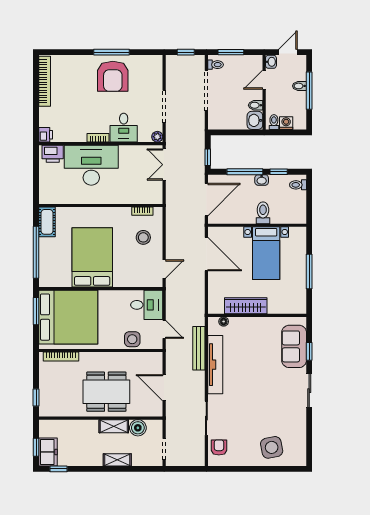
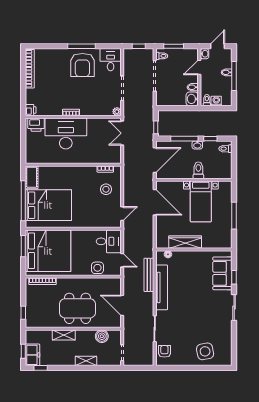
desk: (124, 128) -> (111, 60), moved, turned 180
bed: (92, 257) -> (48, 205), moved, turned 90
shelving: (114, 426) -> (64, 335), moved

